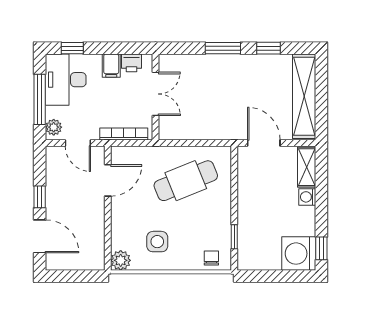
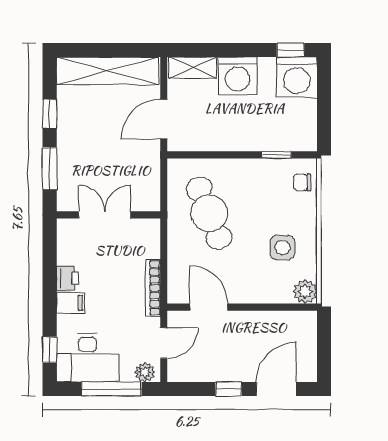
double door: (156, 94) -> (105, 215), moved
wall: (156, 97) -> (108, 215), moved
washing machine: (307, 197) -> (238, 76), width x1.89, depth x1.89

